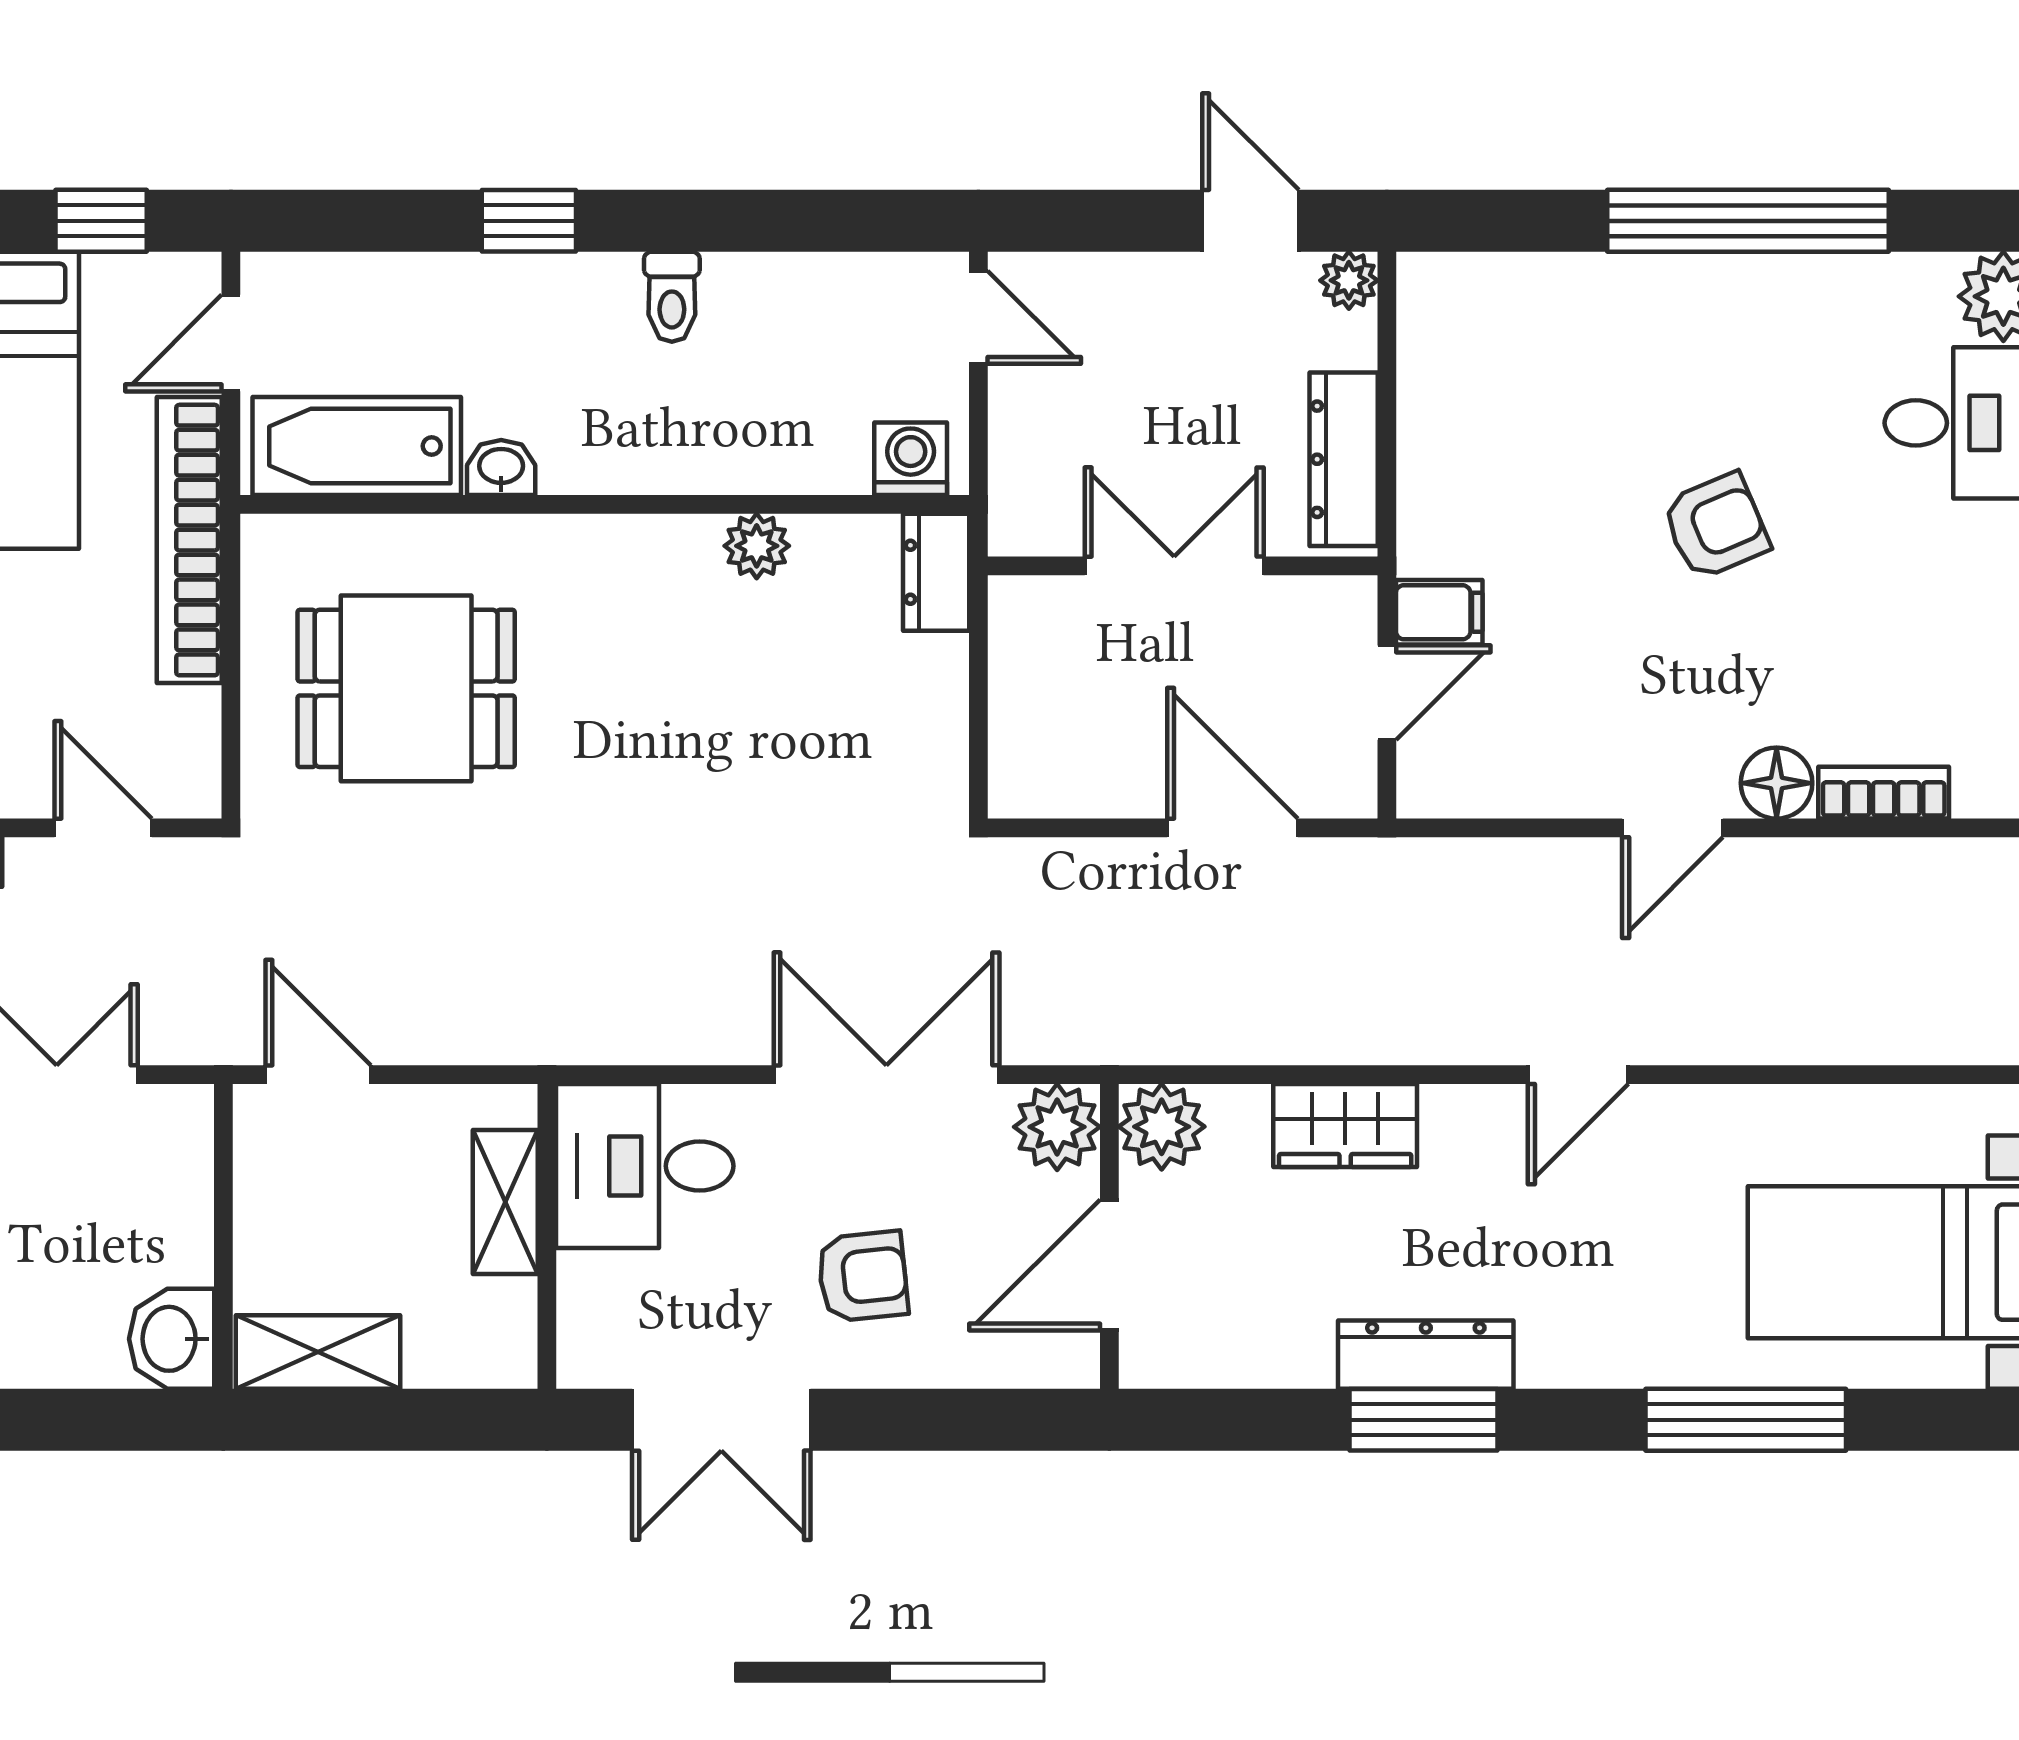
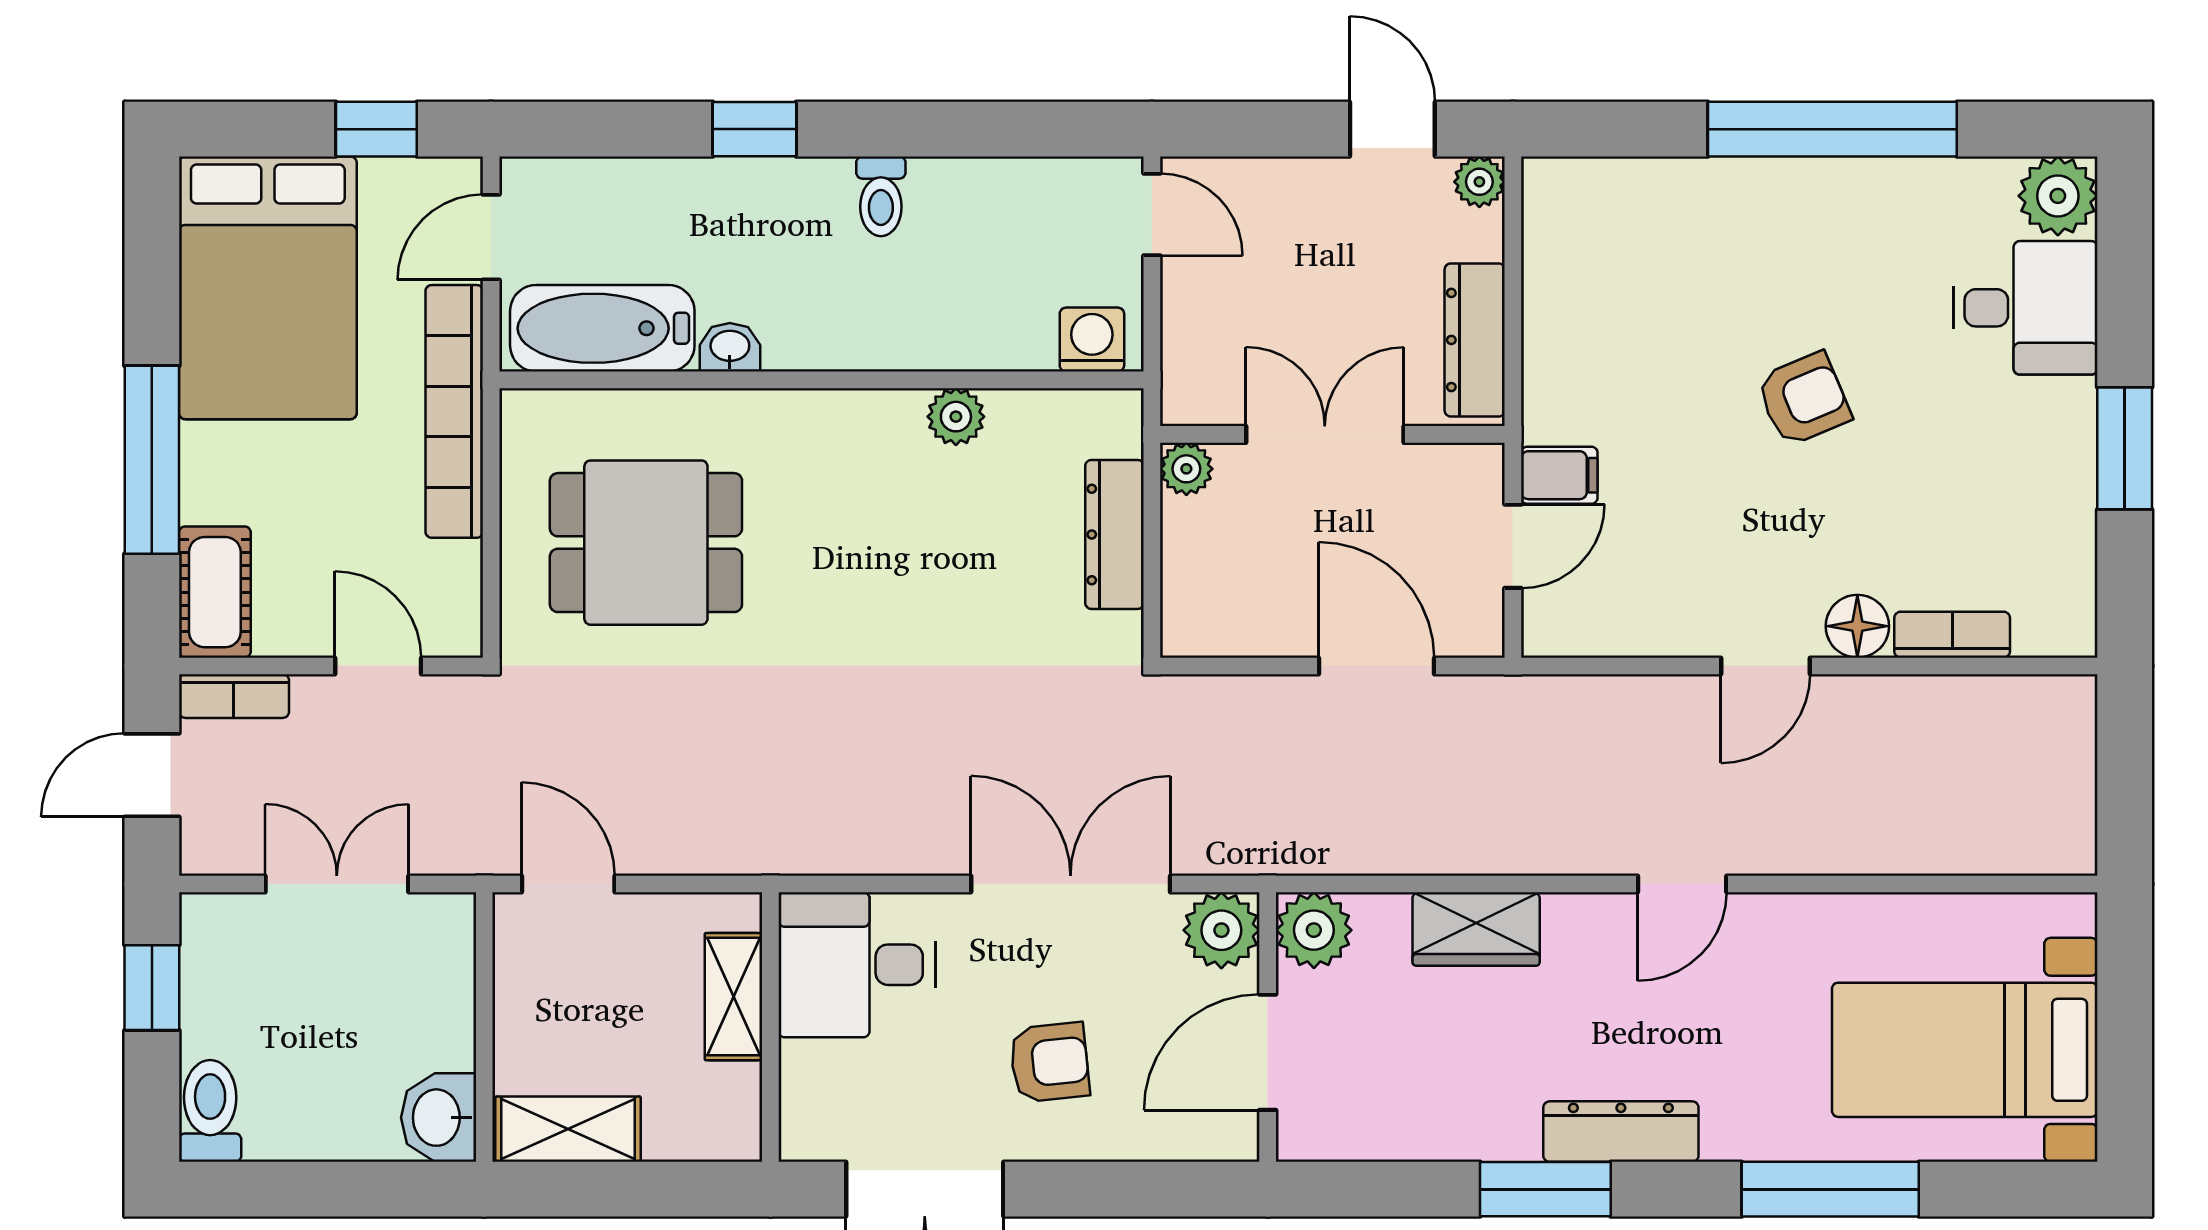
dresser: (936, 572) -> (1115, 534), moved, width x1.44
plant: (1017, 605) -> (1186, 469), added
dresser: (1426, 1355) -> (1621, 1132), moved

